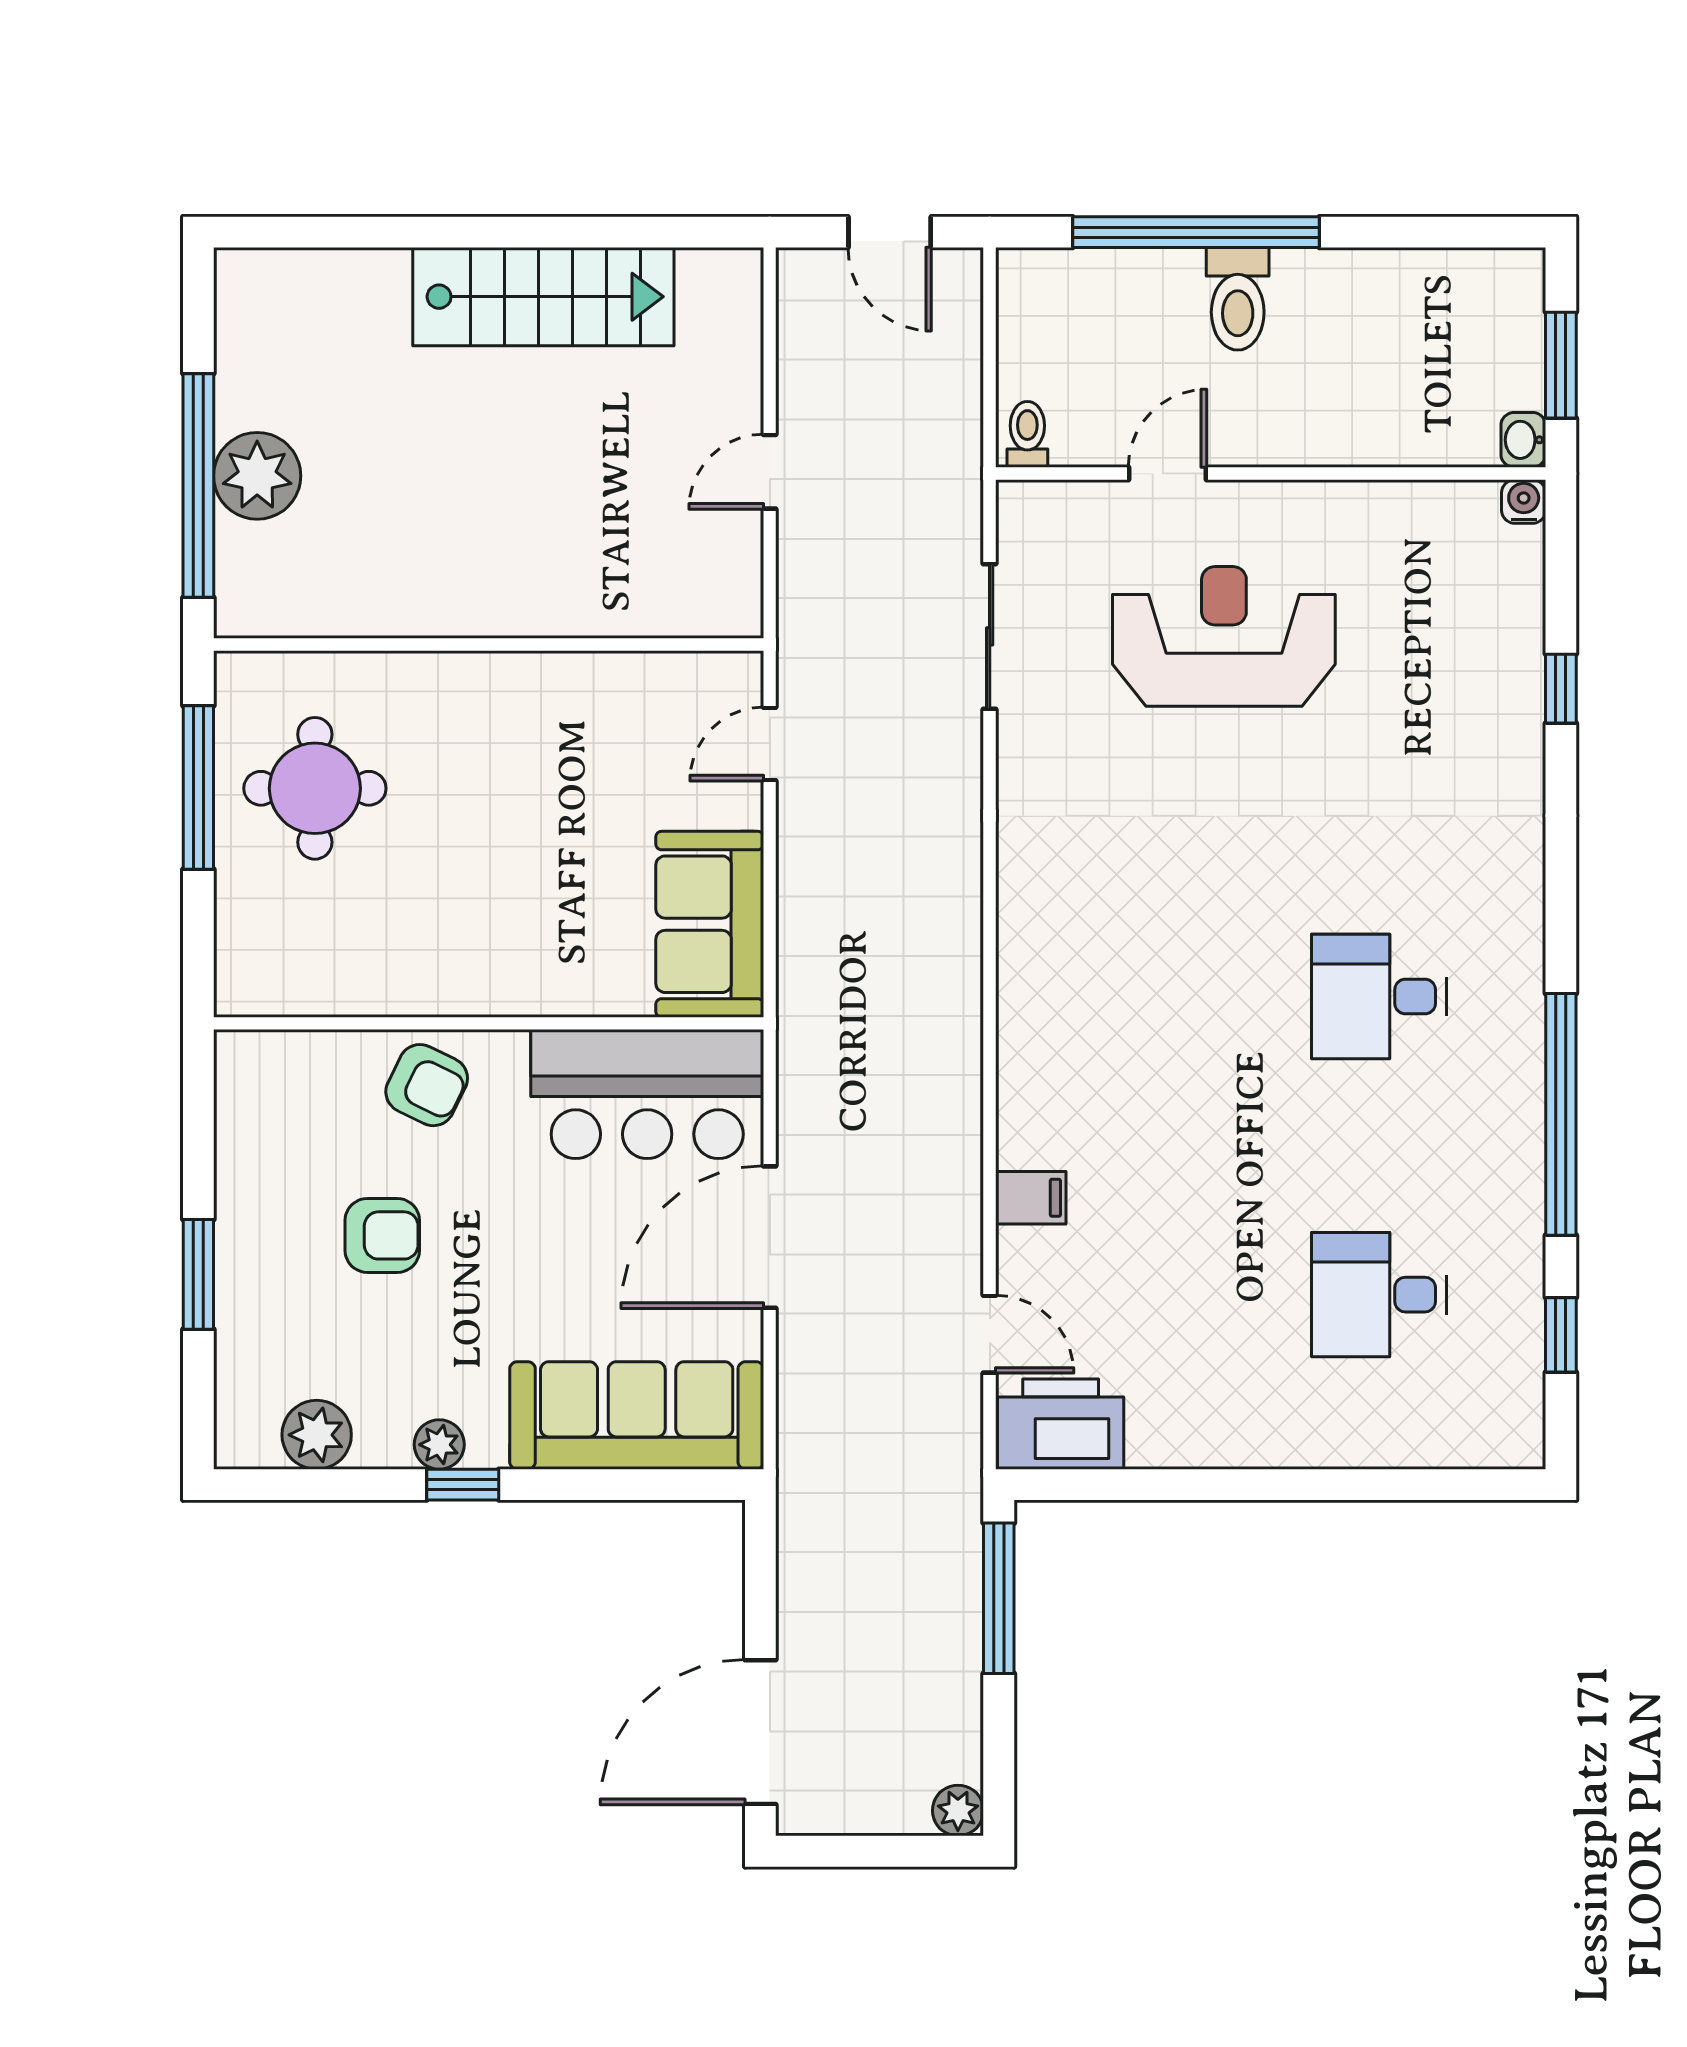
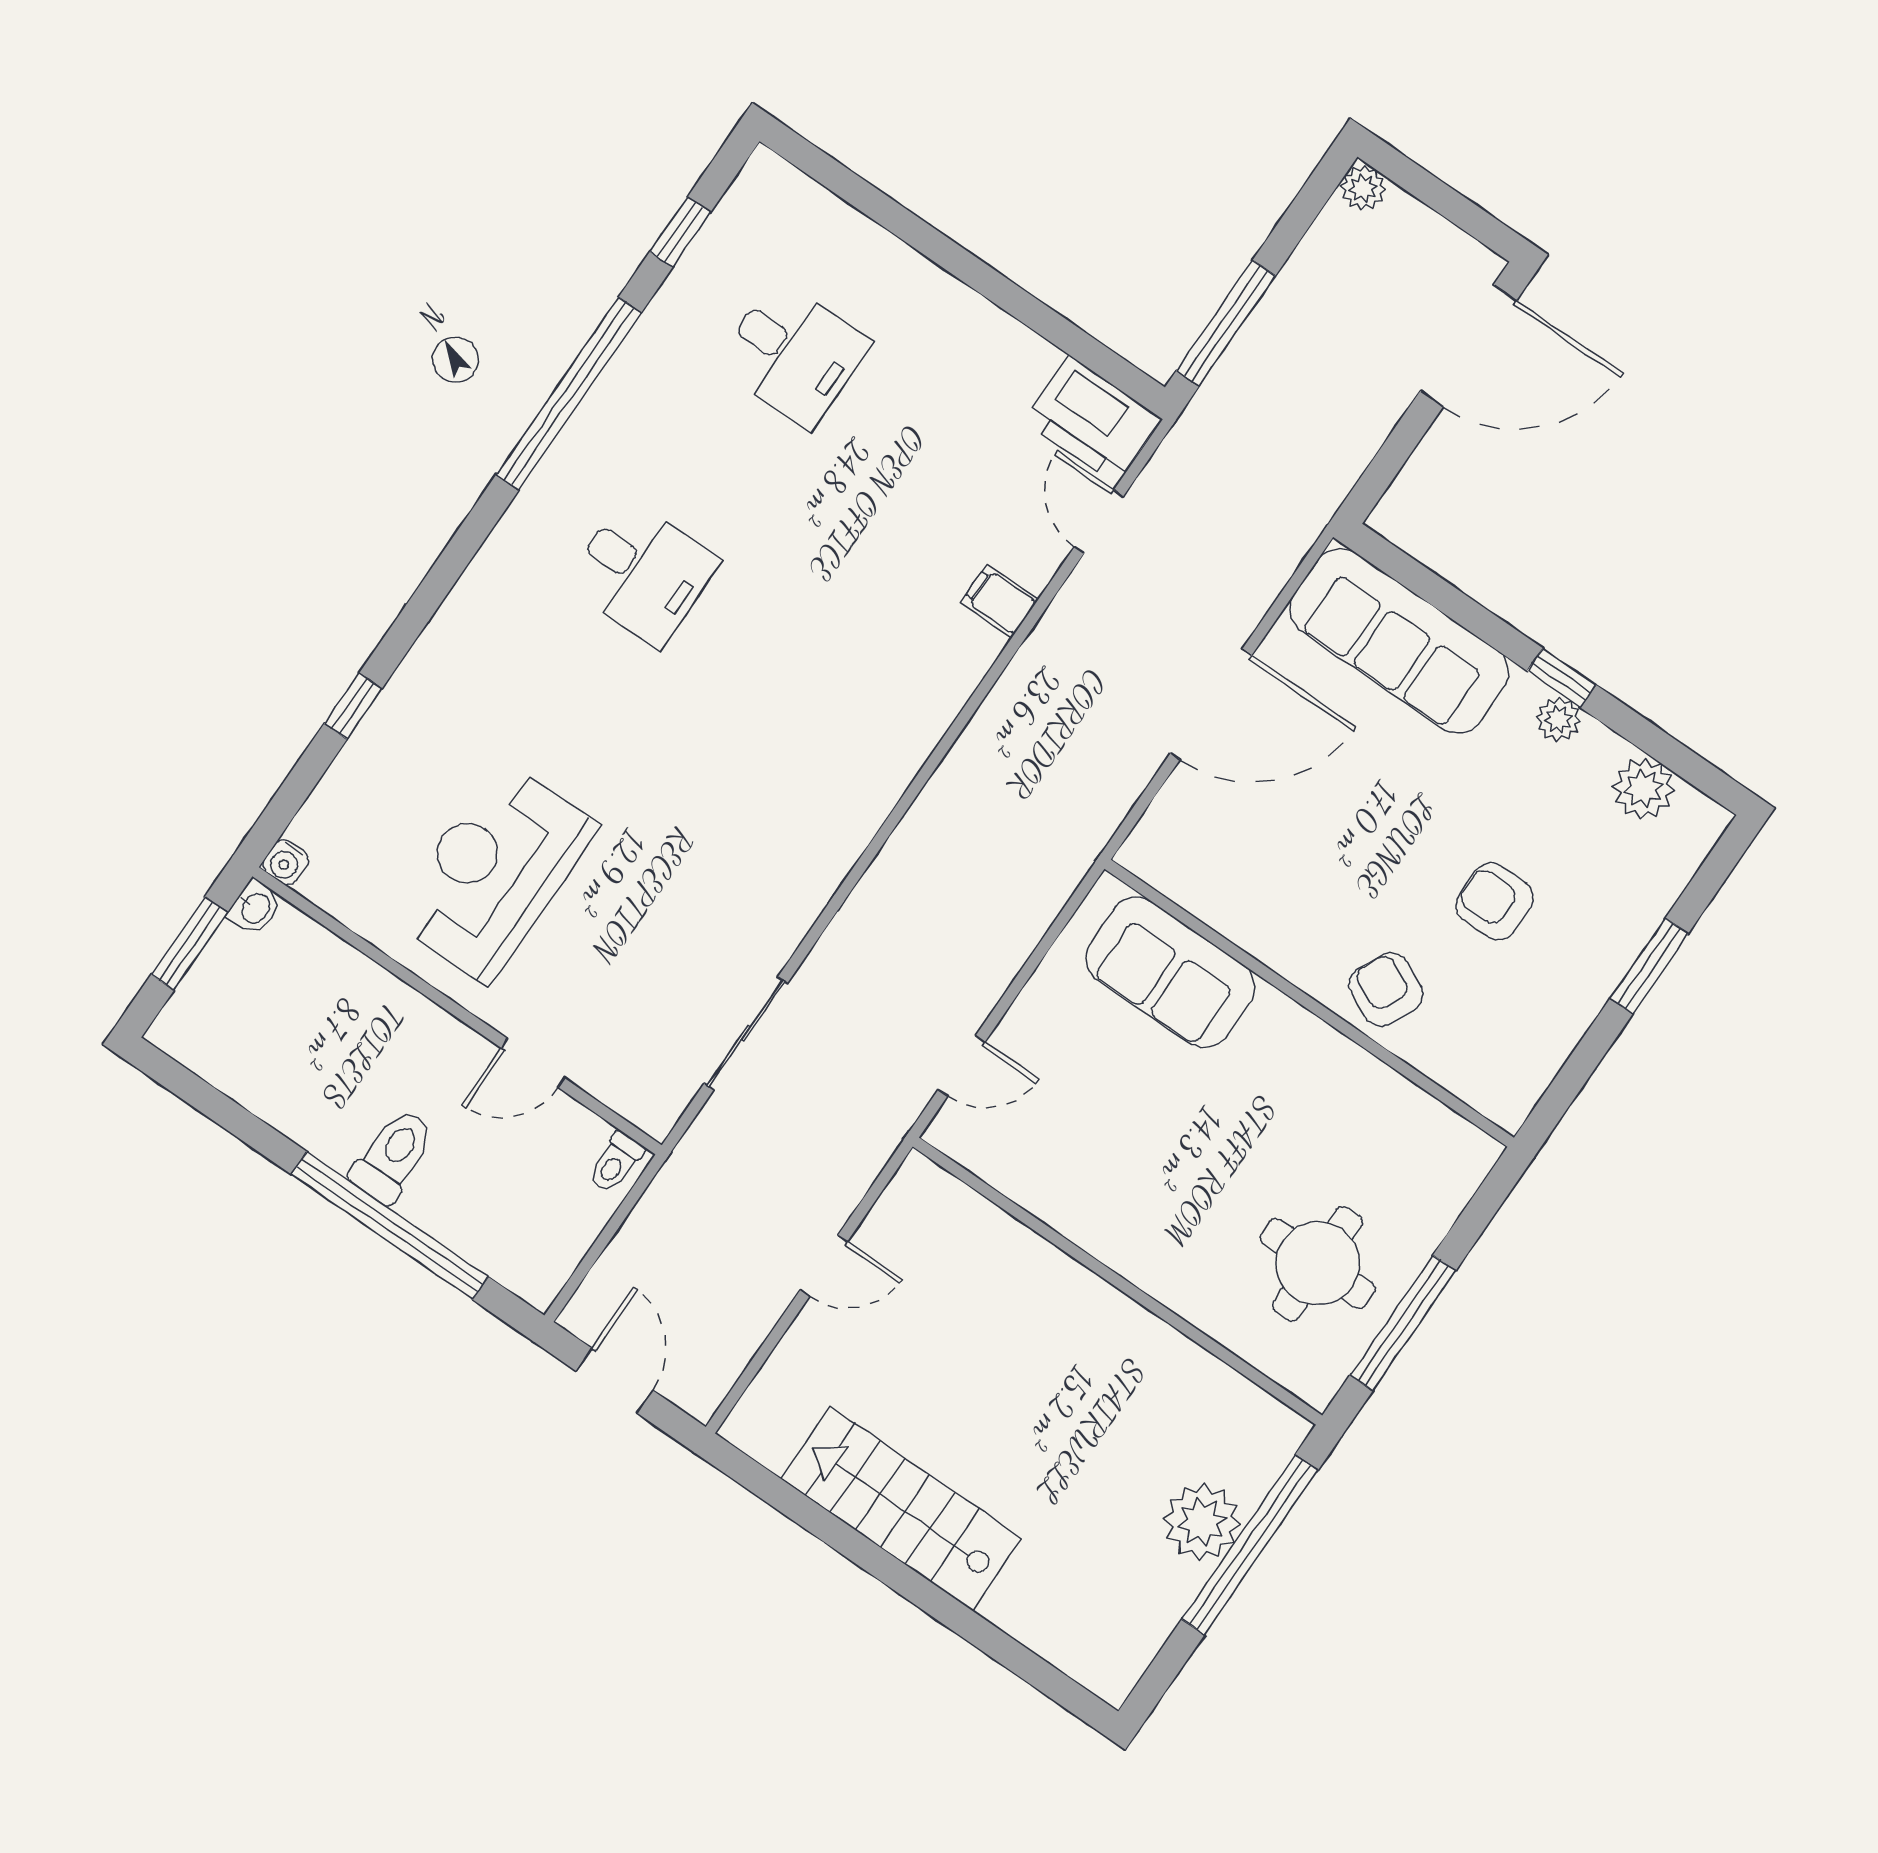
reception desk: (1224, 636) -> (494, 872), moved, turned 90
sofa: (710, 924) -> (1170, 972), moved, turned 90
bar counter: (647, 1094) -> (1229, 871), removed

